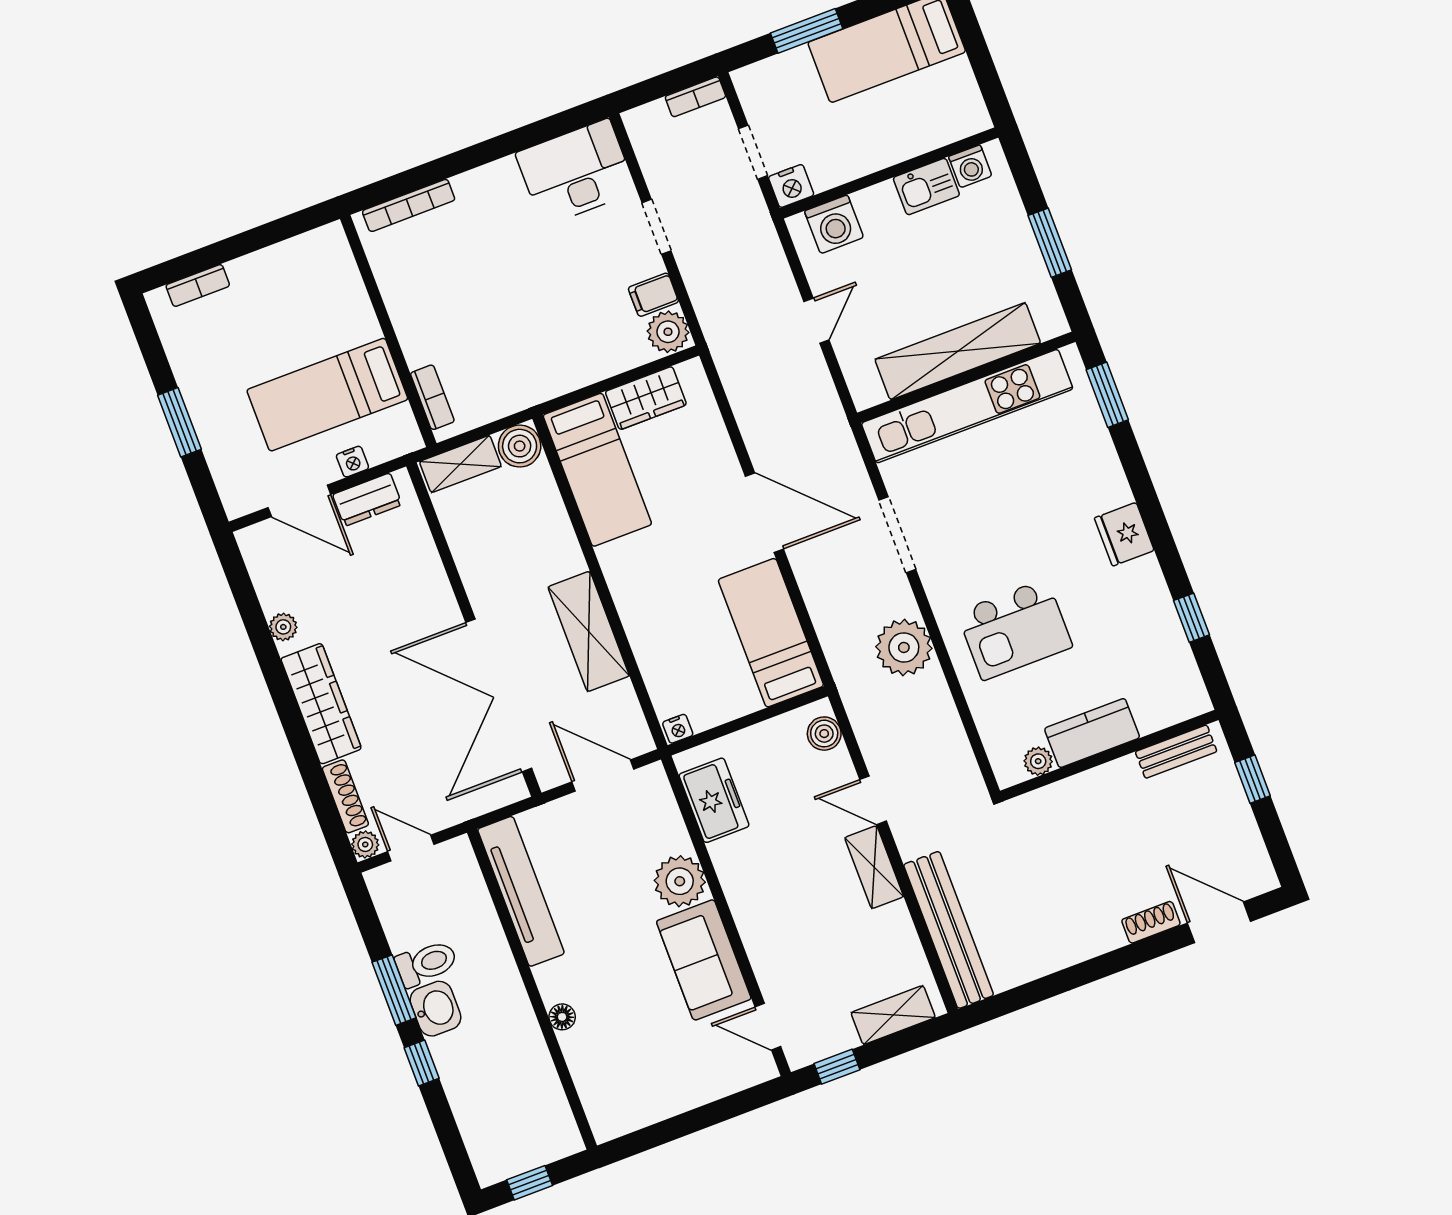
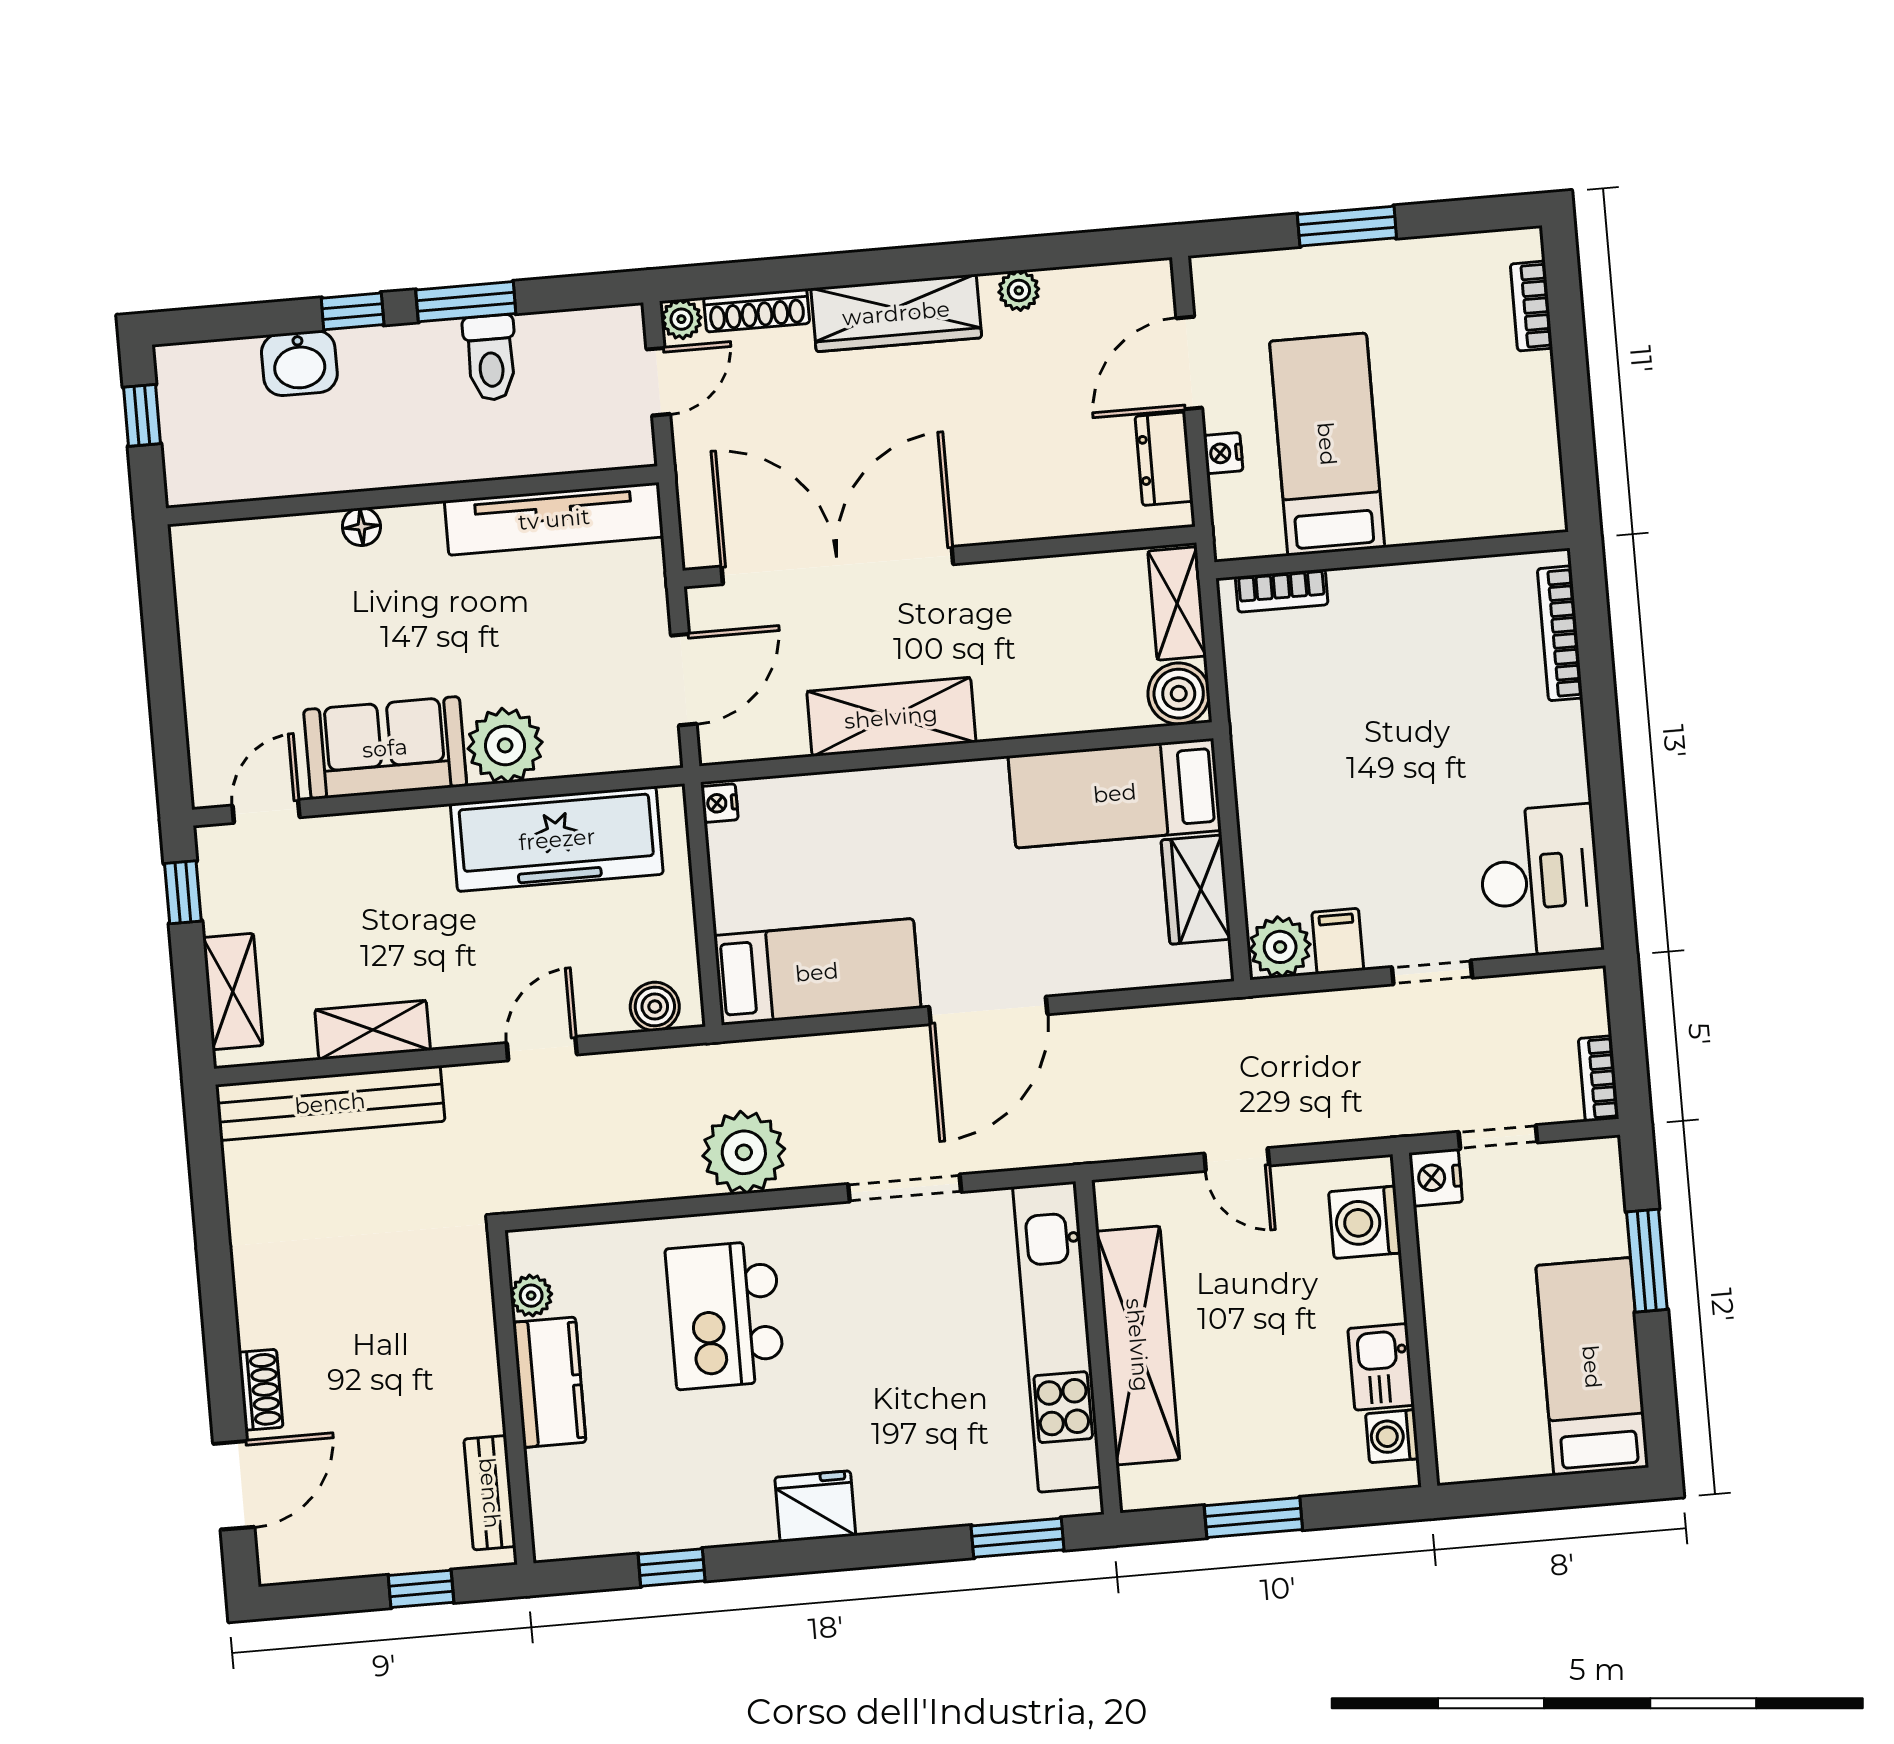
freezer: (714, 800) -> (557, 839), width x1.91, depth x1.26
shelving: (874, 867) -> (373, 1030), moved
washbasin: (435, 1009) -> (299, 363), moved

